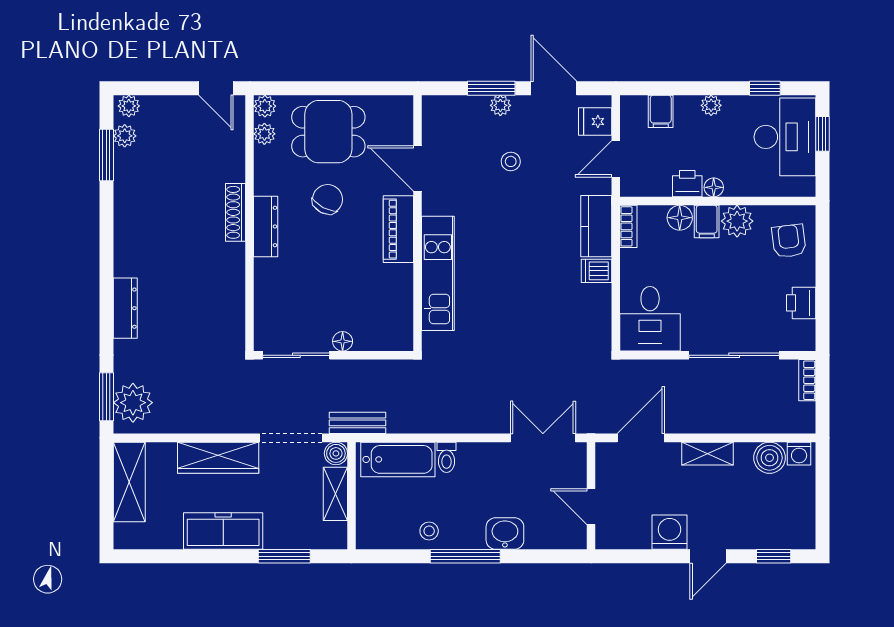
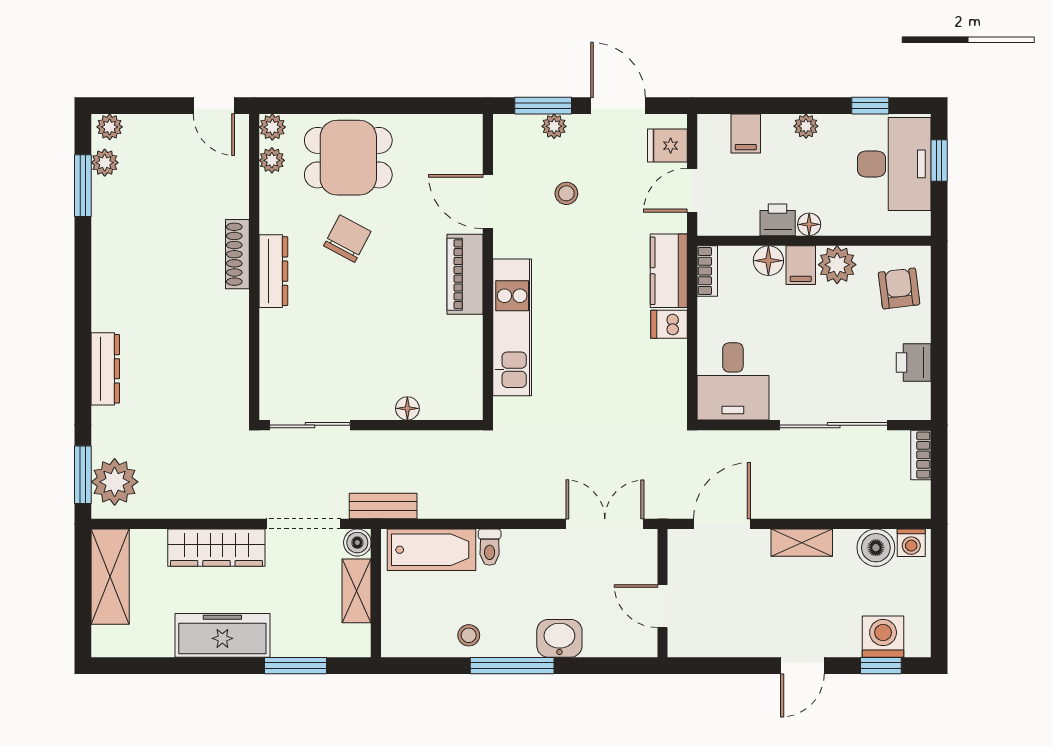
door: (418, 168) -> (488, 202), moved
wall: (418, 223) -> (488, 267), moved
piano: (398, 229) -> (465, 274), moved
kitchen unit: (438, 273) -> (512, 327), moved
floor lamp: (343, 341) -> (407, 408), moved
washing machine: (670, 532) -> (883, 637), moved

